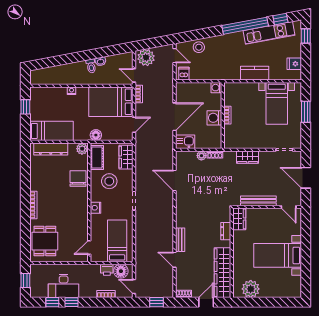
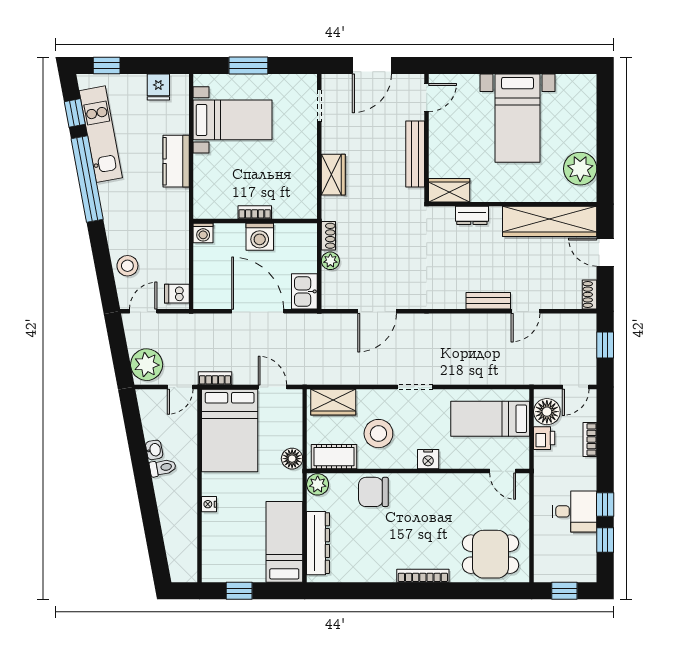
desk: (64, 286) -> (575, 511), width x0.73

